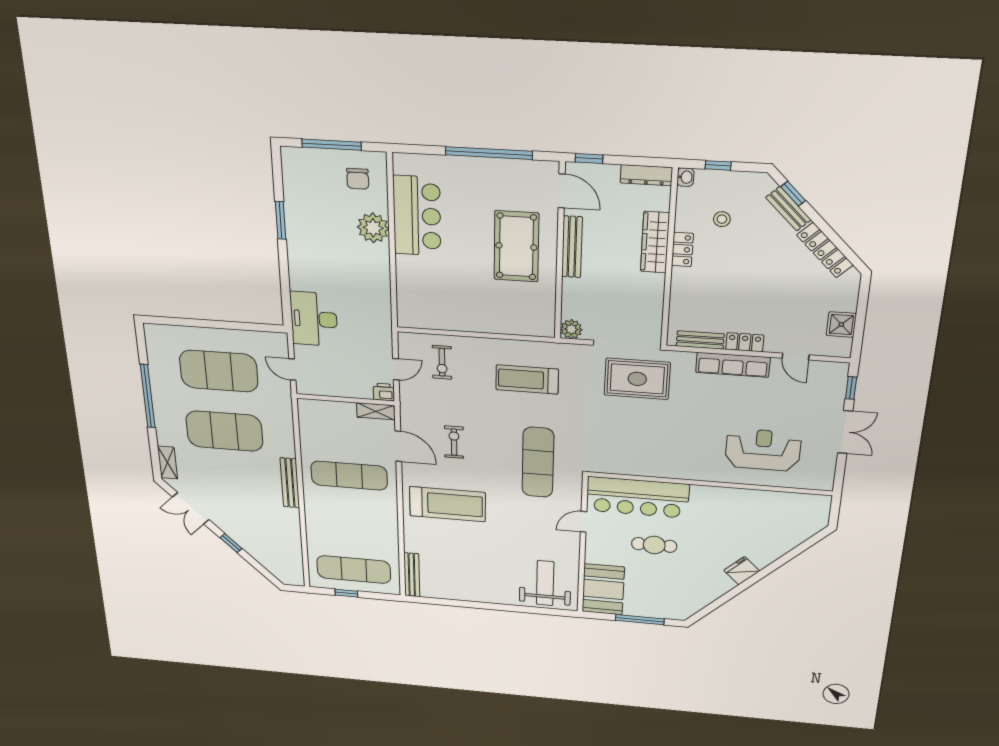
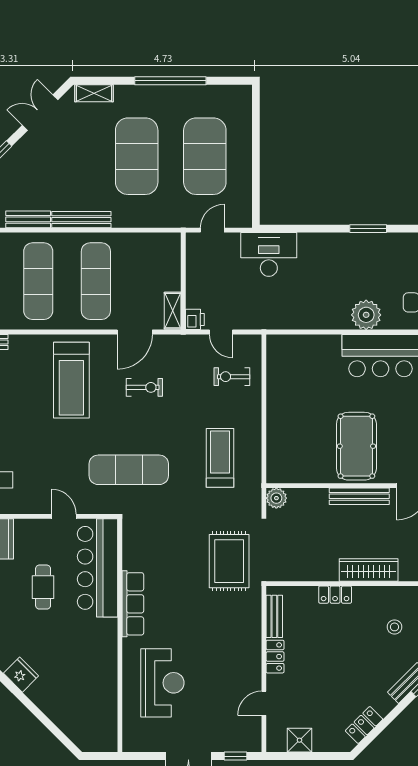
pool table: (516, 246) -> (356, 446), turned 90
locker: (682, 250) -> (335, 595), moved
locker: (825, 250) -> (364, 725), width x0.66
row of seats: (733, 365) -> (133, 604), moved, turned 180
exercise mat: (351, 523) -> (38, 281), added
bench: (293, 527) -> (28, 219), added

